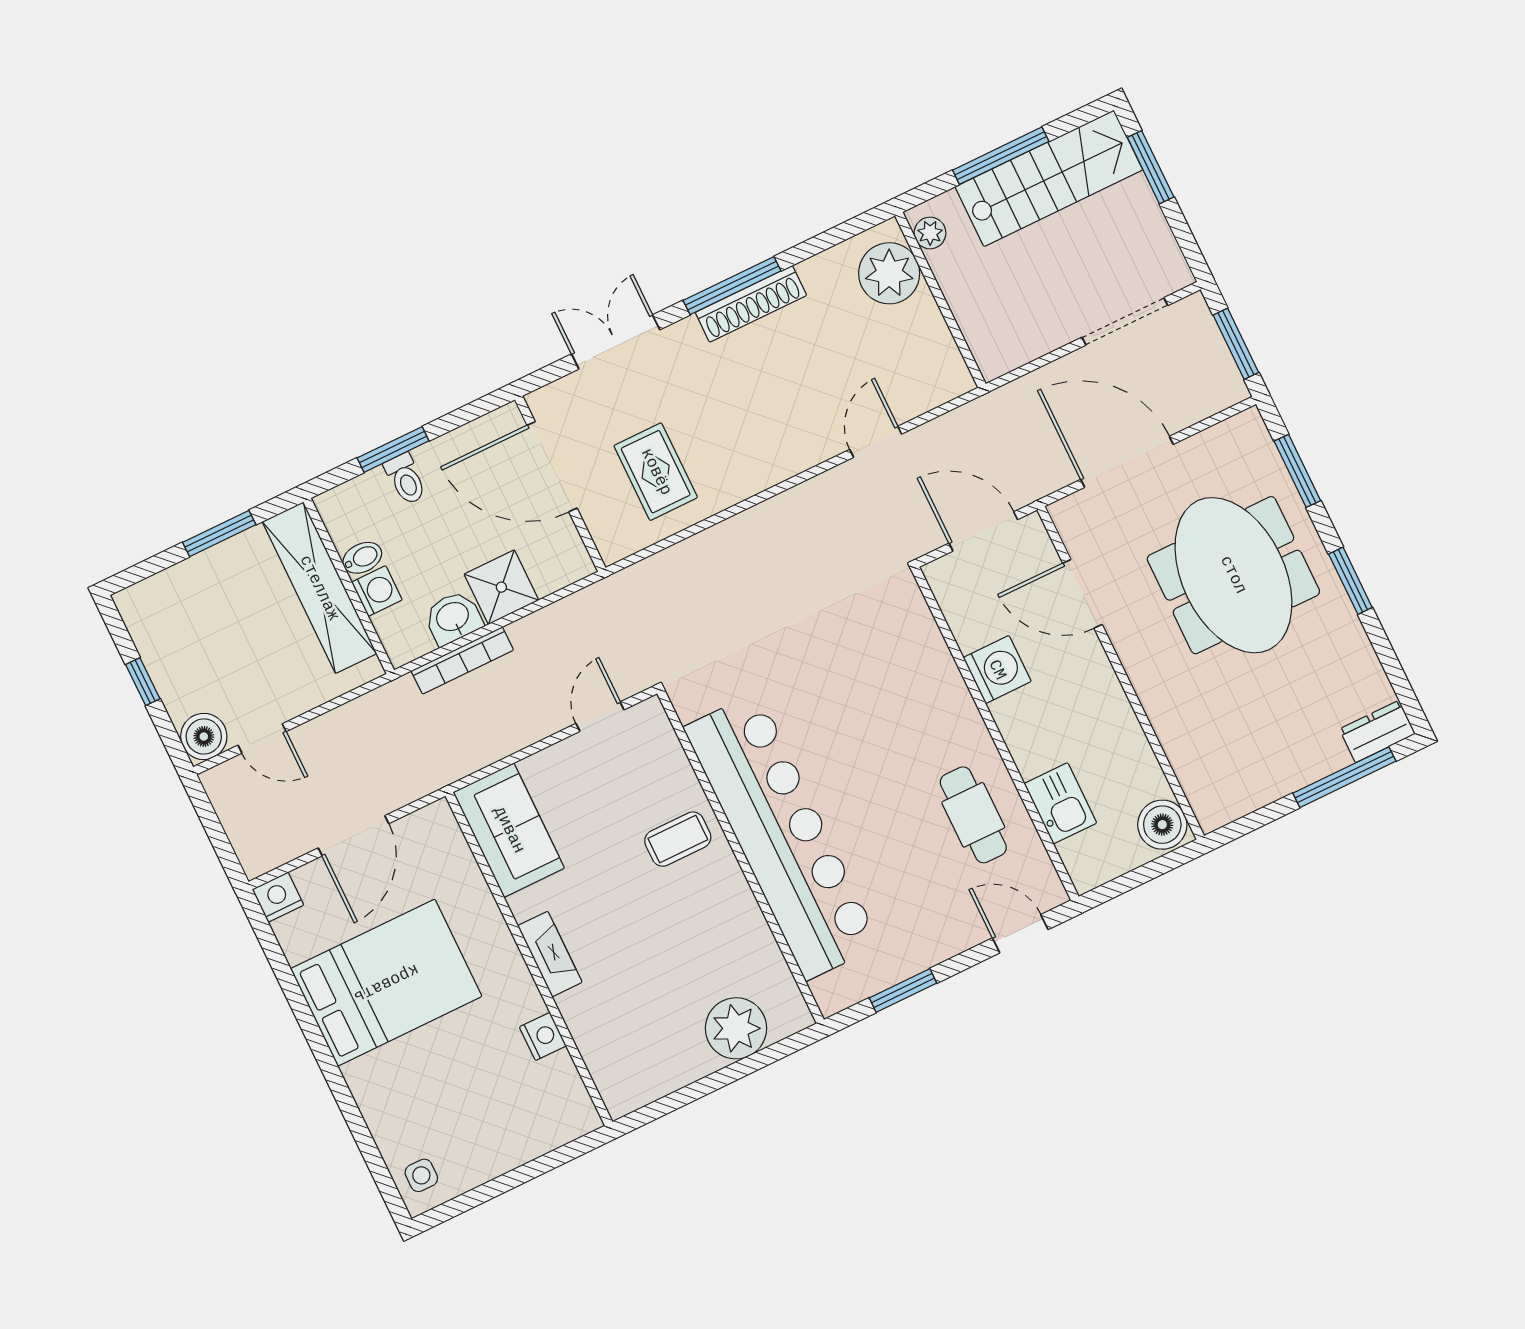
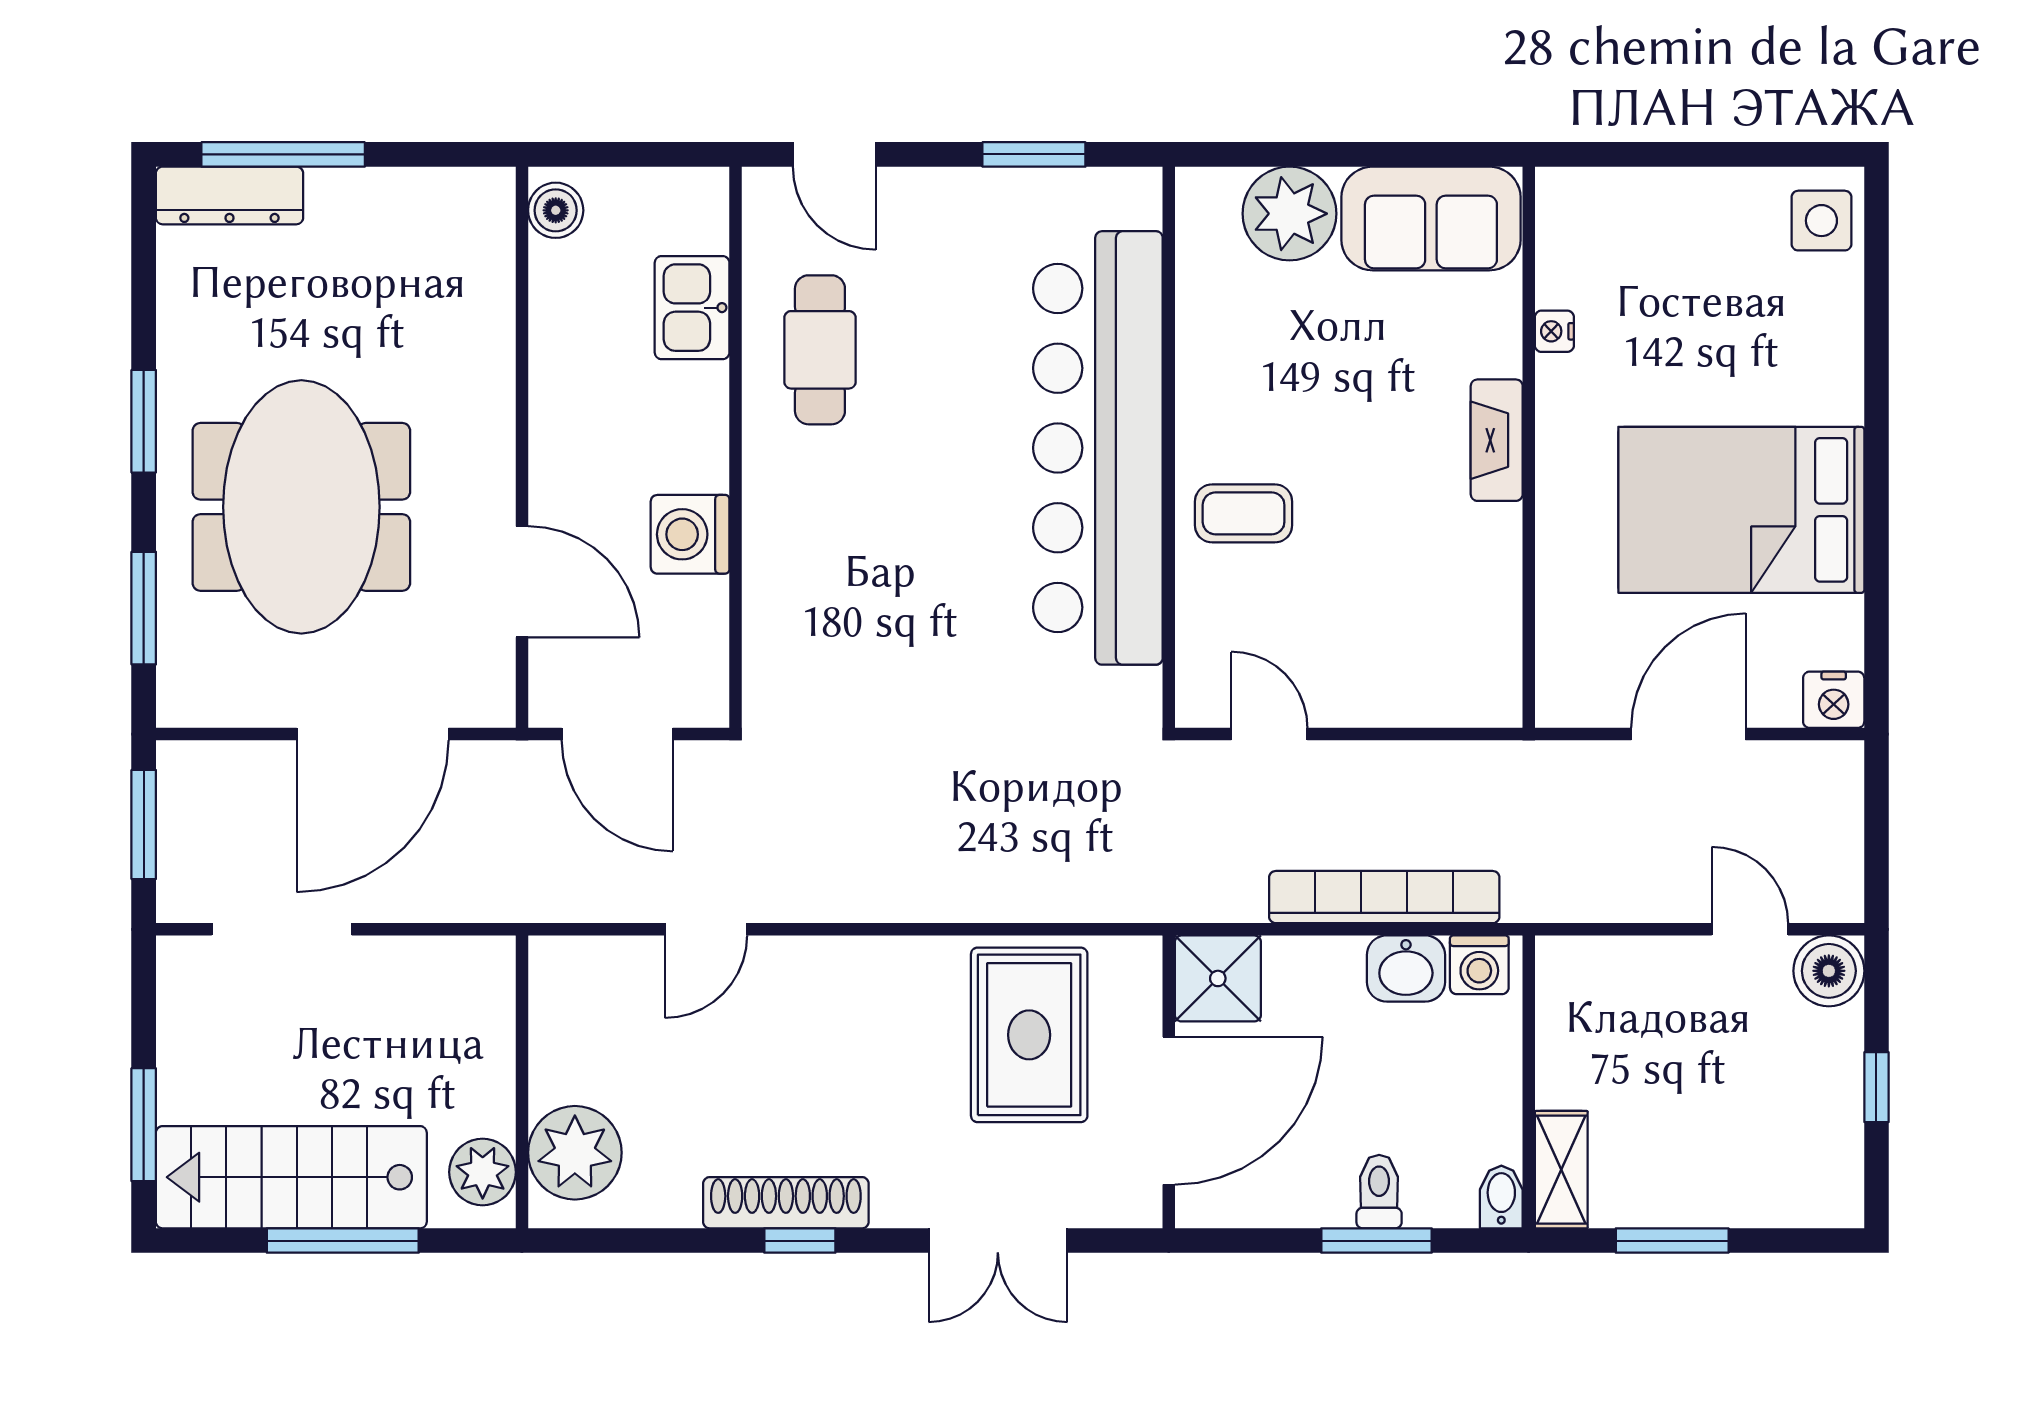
plant: (930, 233) -> (483, 1172), width x1.38, depth x1.38
window: (732, 286) -> (800, 1241), width x0.46
door: (1127, 462) -> (373, 734), hinge flipped
door: (552, 467) -> (1169, 1111), hinge flipped
rug: (656, 472) -> (1029, 1035), width x1.36, depth x1.43
bidet: (362, 558) -> (1501, 1197), moved, turned 90
shower: (501, 587) -> (1218, 978), moved
shelving: (319, 588) -> (1561, 1170), width x0.45, depth x0.75
washing machine: (377, 591) -> (1479, 965), moved, turned -90
bookcase: (462, 660) -> (1384, 897), width x1.48, depth x1.31
door: (600, 717) -> (1269, 734), swing flipped
dresser: (1377, 731) -> (229, 195), width x1.44
boiler: (1162, 825) -> (556, 210), width x0.73, depth x0.73
sofa: (509, 830) -> (1431, 218), moved, turned -90
nightstand: (543, 1036) -> (1554, 331), width x0.72, depth x0.74
side table: (421, 1175) -> (1821, 221), width x1.37, depth x1.37

